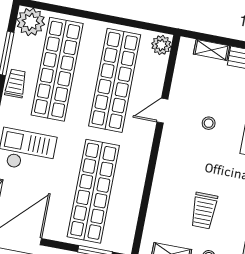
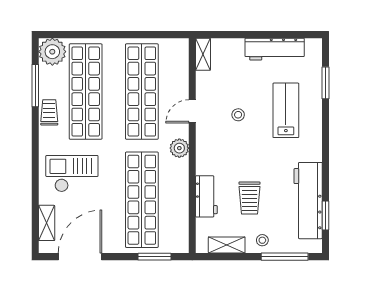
plant: (161, 45) -> (179, 148), moved
shelving: (212, 50) -> (203, 54), moved, turned 90
workbench: (160, 200) -> (206, 196), added

